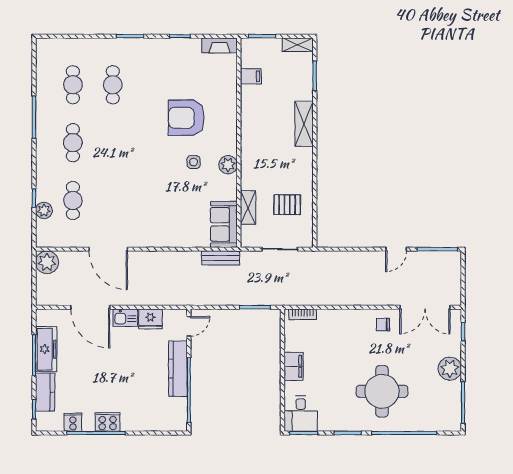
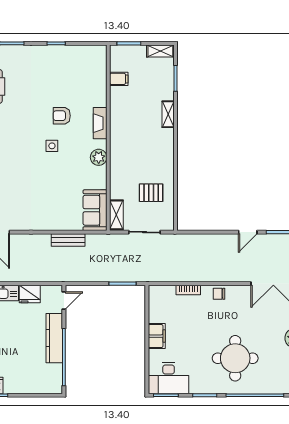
fireplace: (220, 45) -> (100, 123), moved, turned 90
armchair: (186, 118) -> (62, 116), width x0.53, depth x0.53
shelving: (304, 124) -> (168, 114), width x0.67, depth x0.75
side table: (194, 162) -> (52, 146), moved
shelving: (248, 208) -> (116, 215), moved
bench: (221, 258) -> (68, 240), moved
bookcase: (303, 314) -> (188, 290), moved
chair: (383, 324) -> (219, 294), moved
desk: (301, 414) -> (169, 378), width x1.37

